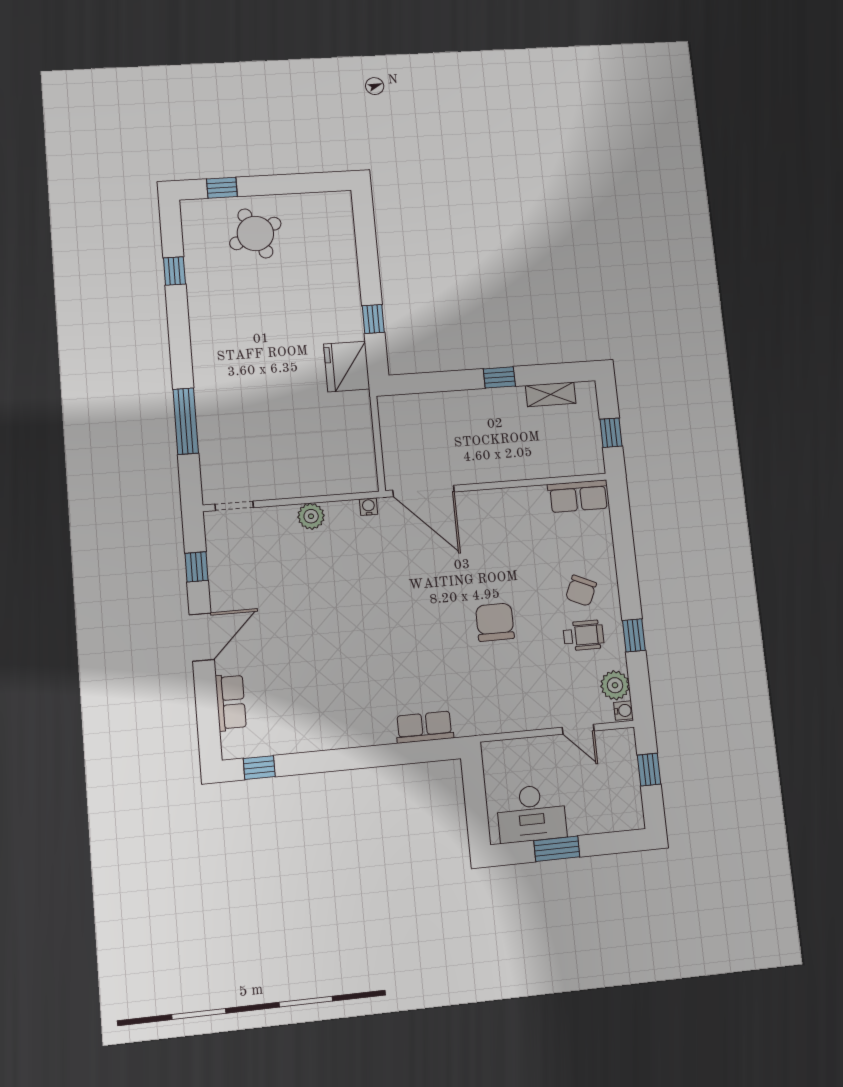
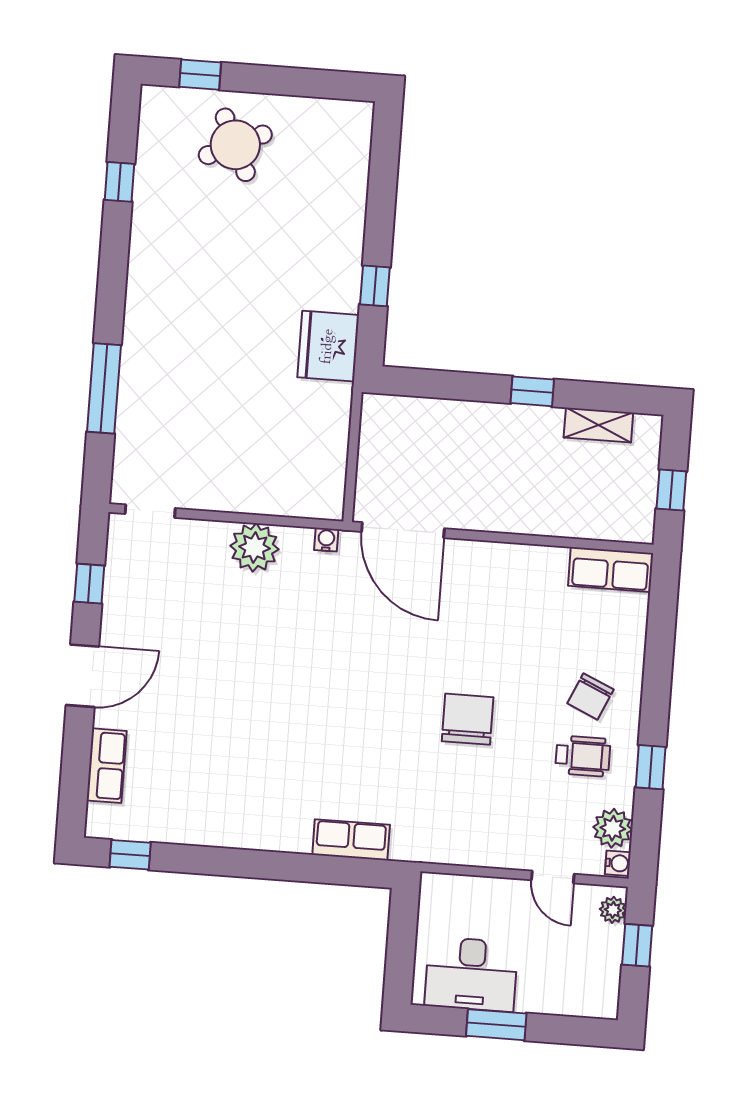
plant: (311, 516) -> (254, 548), width x1.36, depth x1.36
plant: (626, 746) -> (613, 910), added

